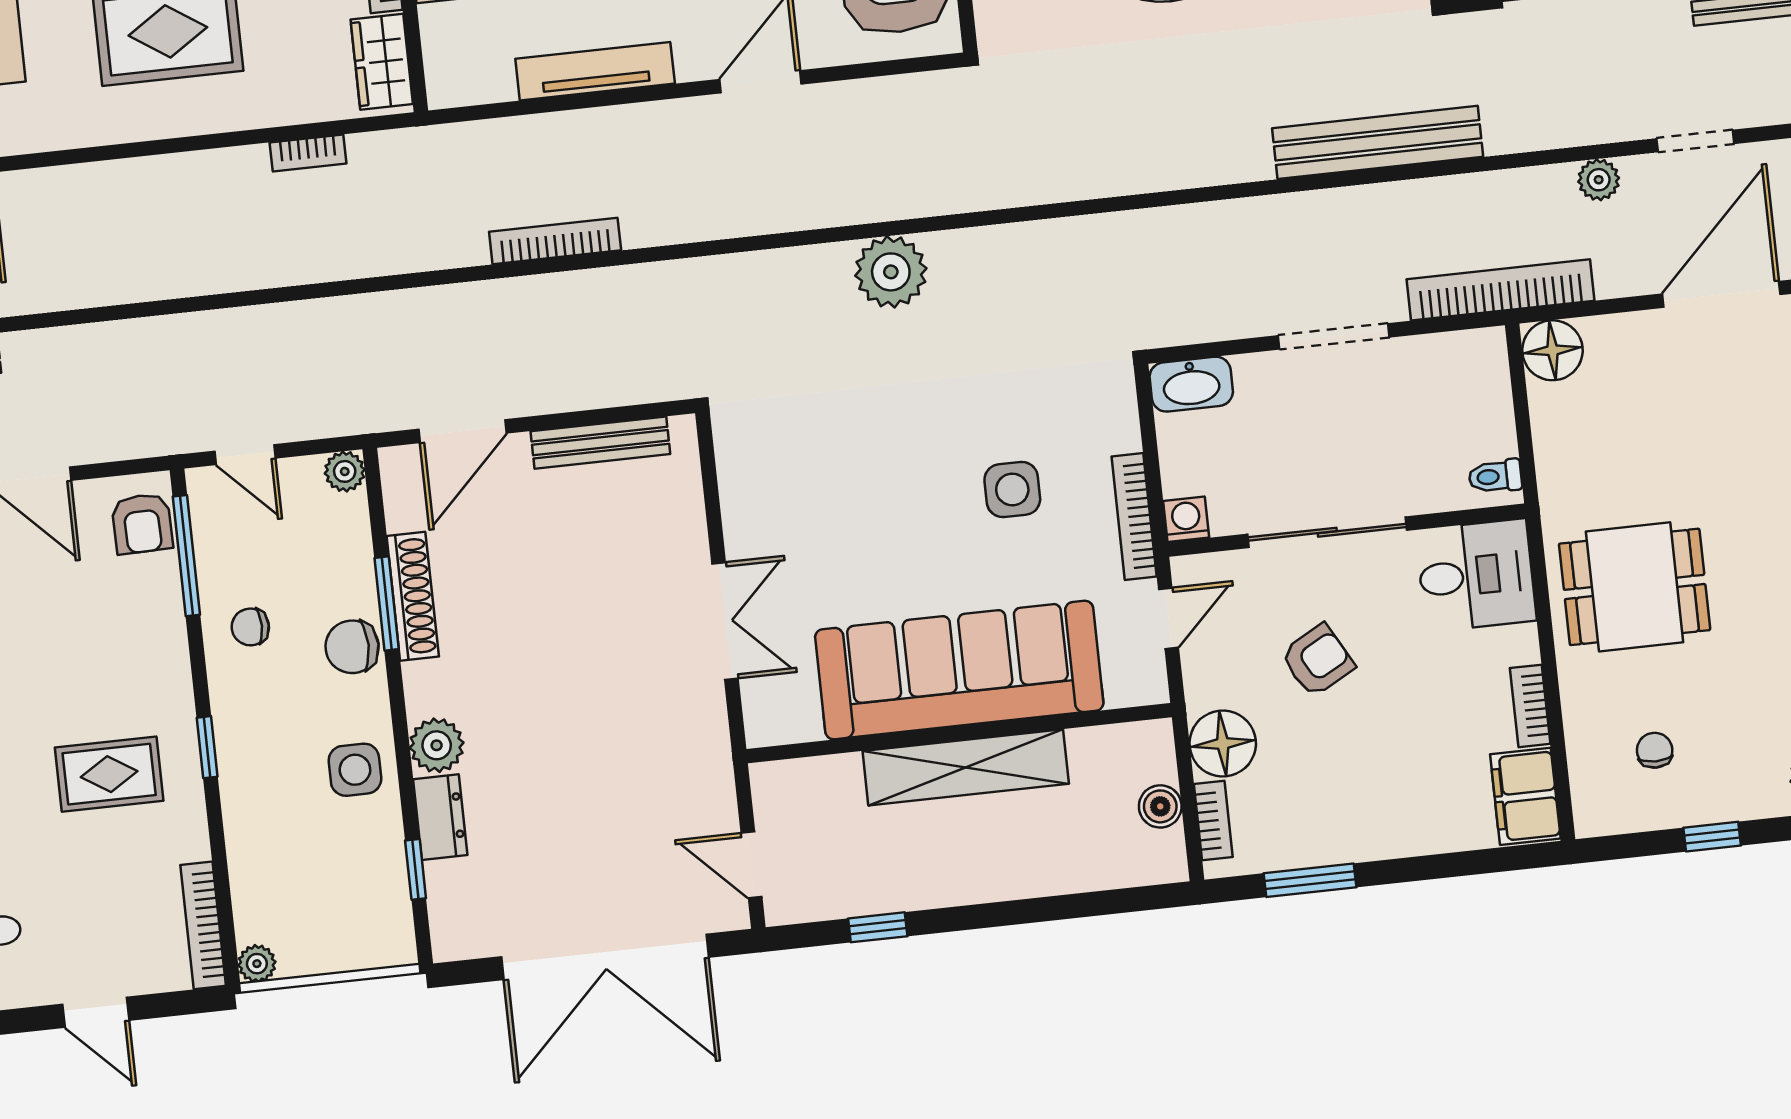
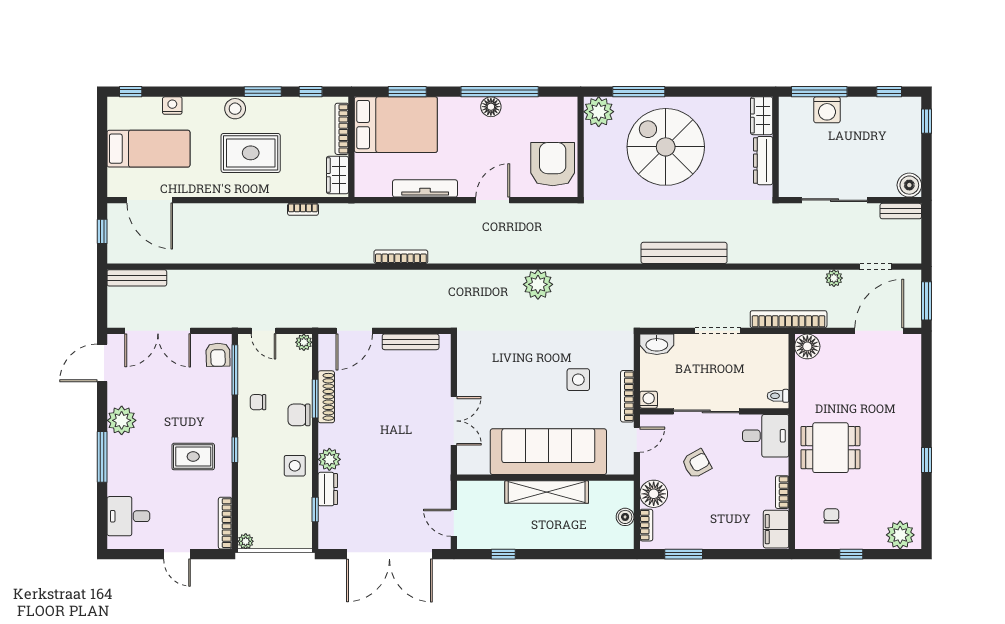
bench: (1378, 142) -> (684, 253), moved

